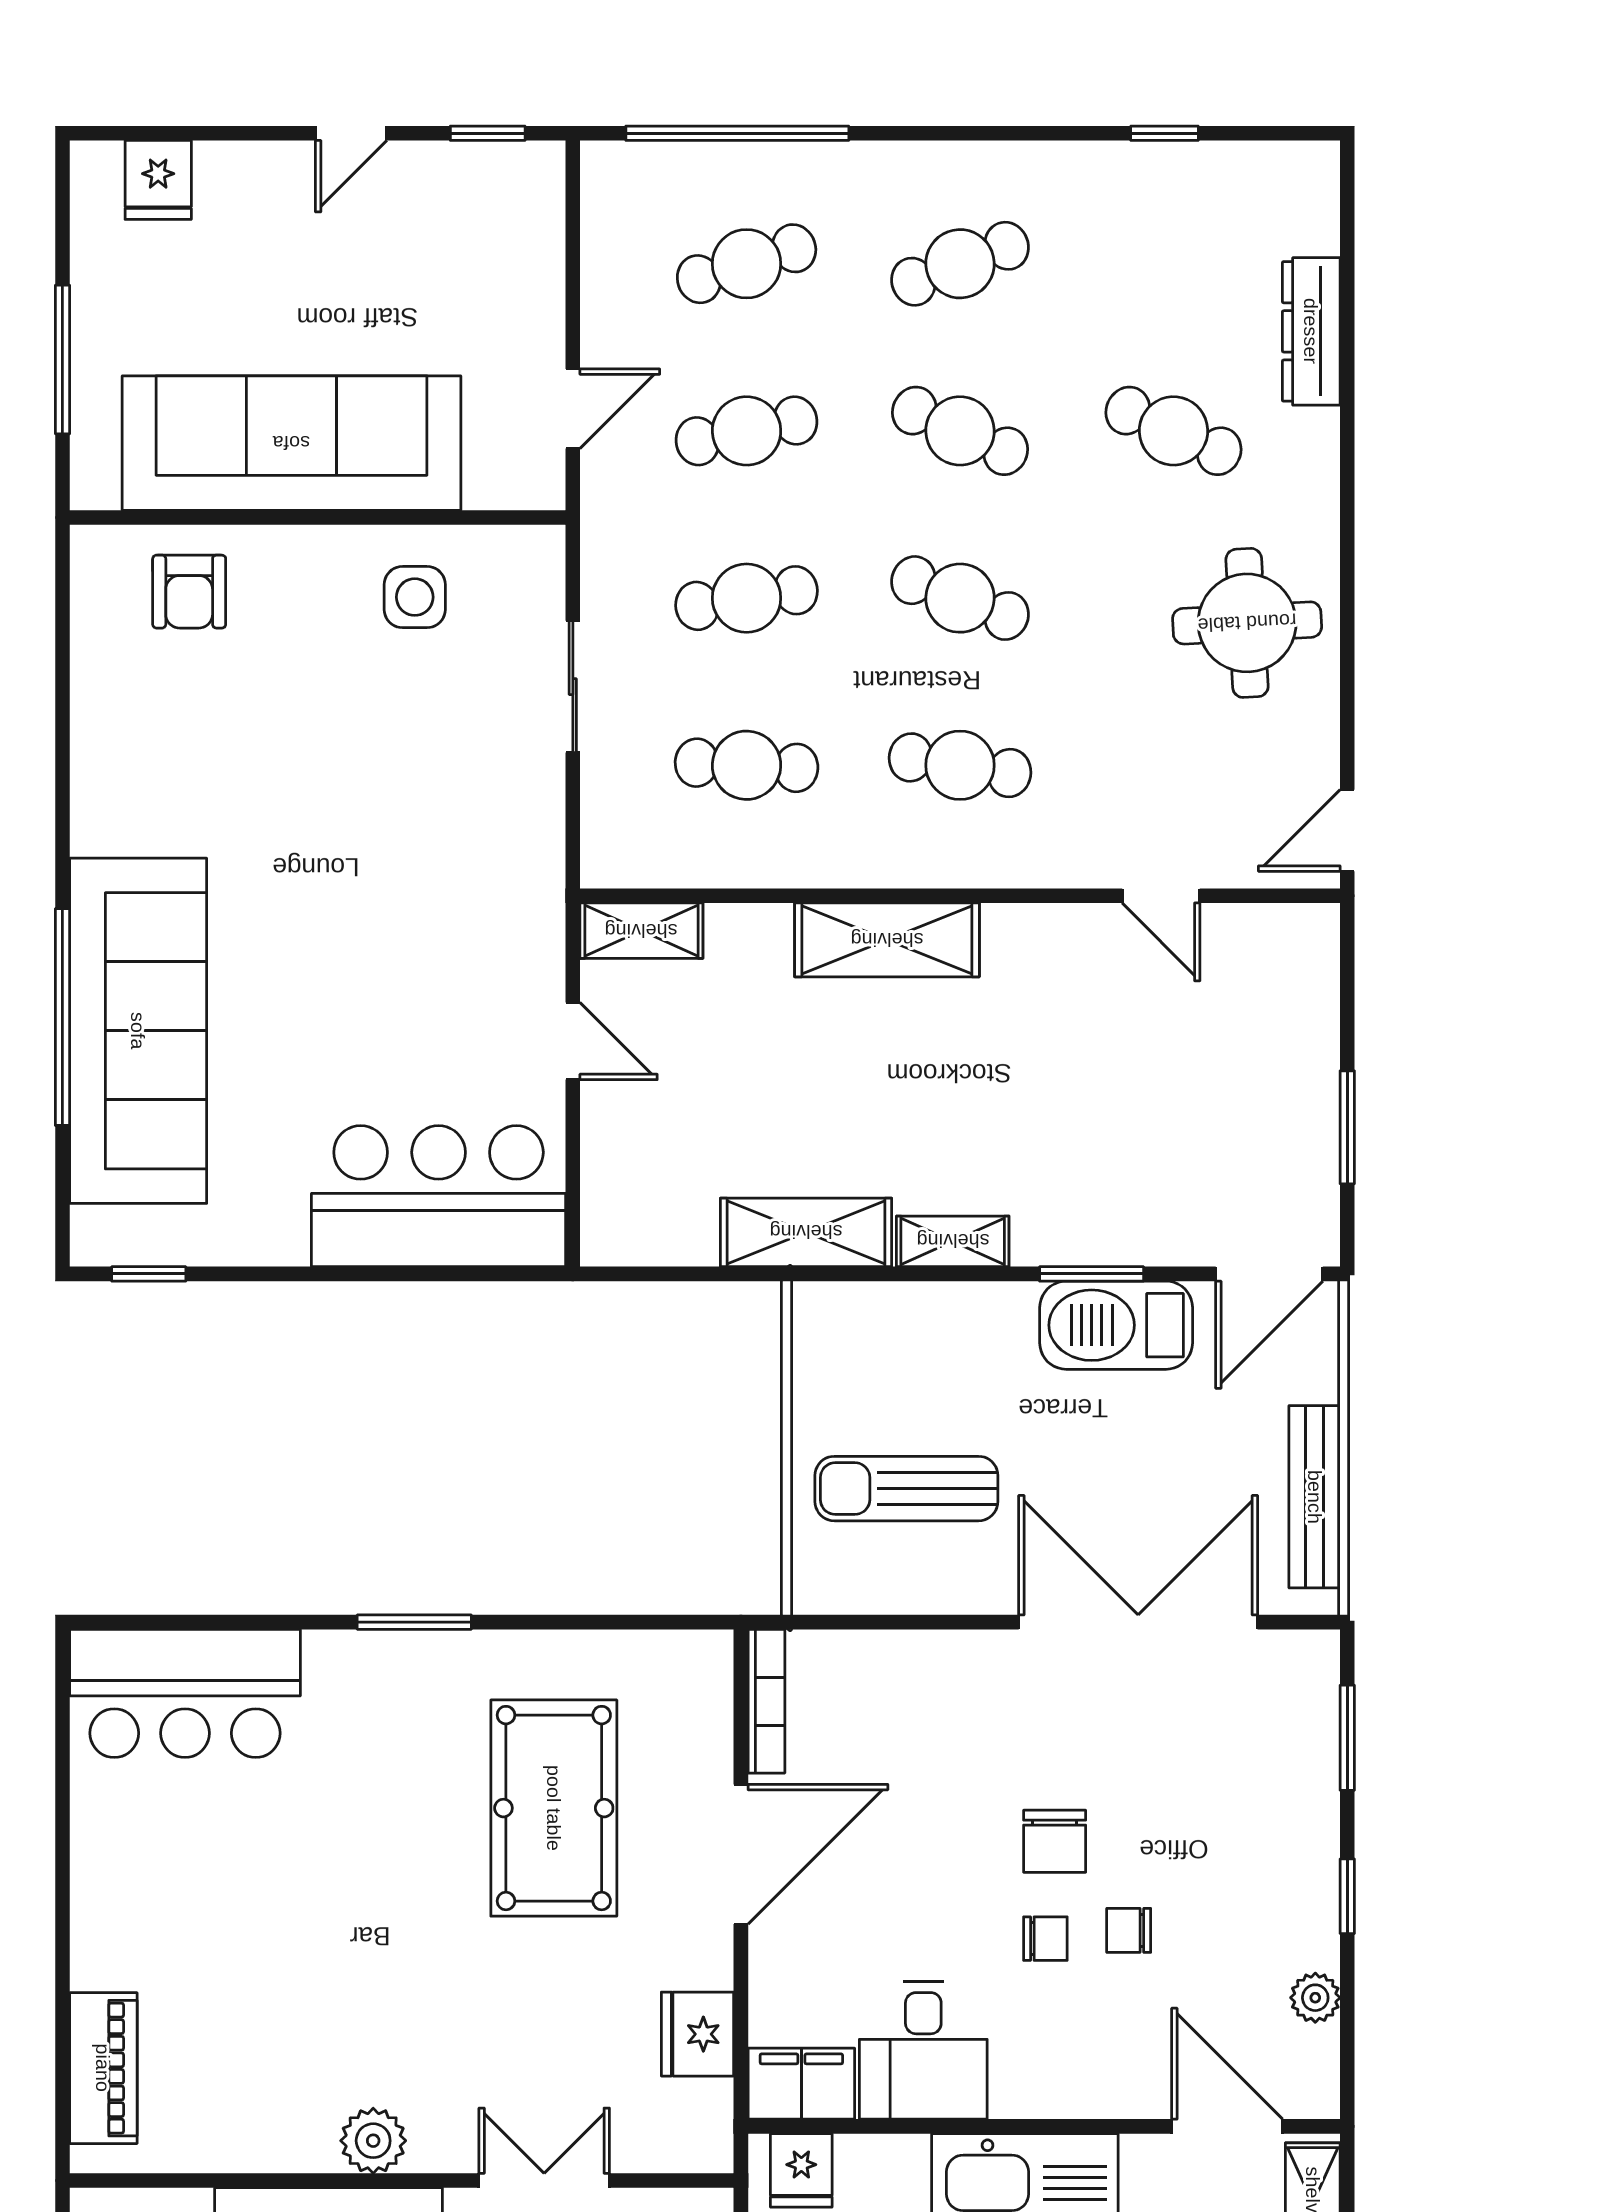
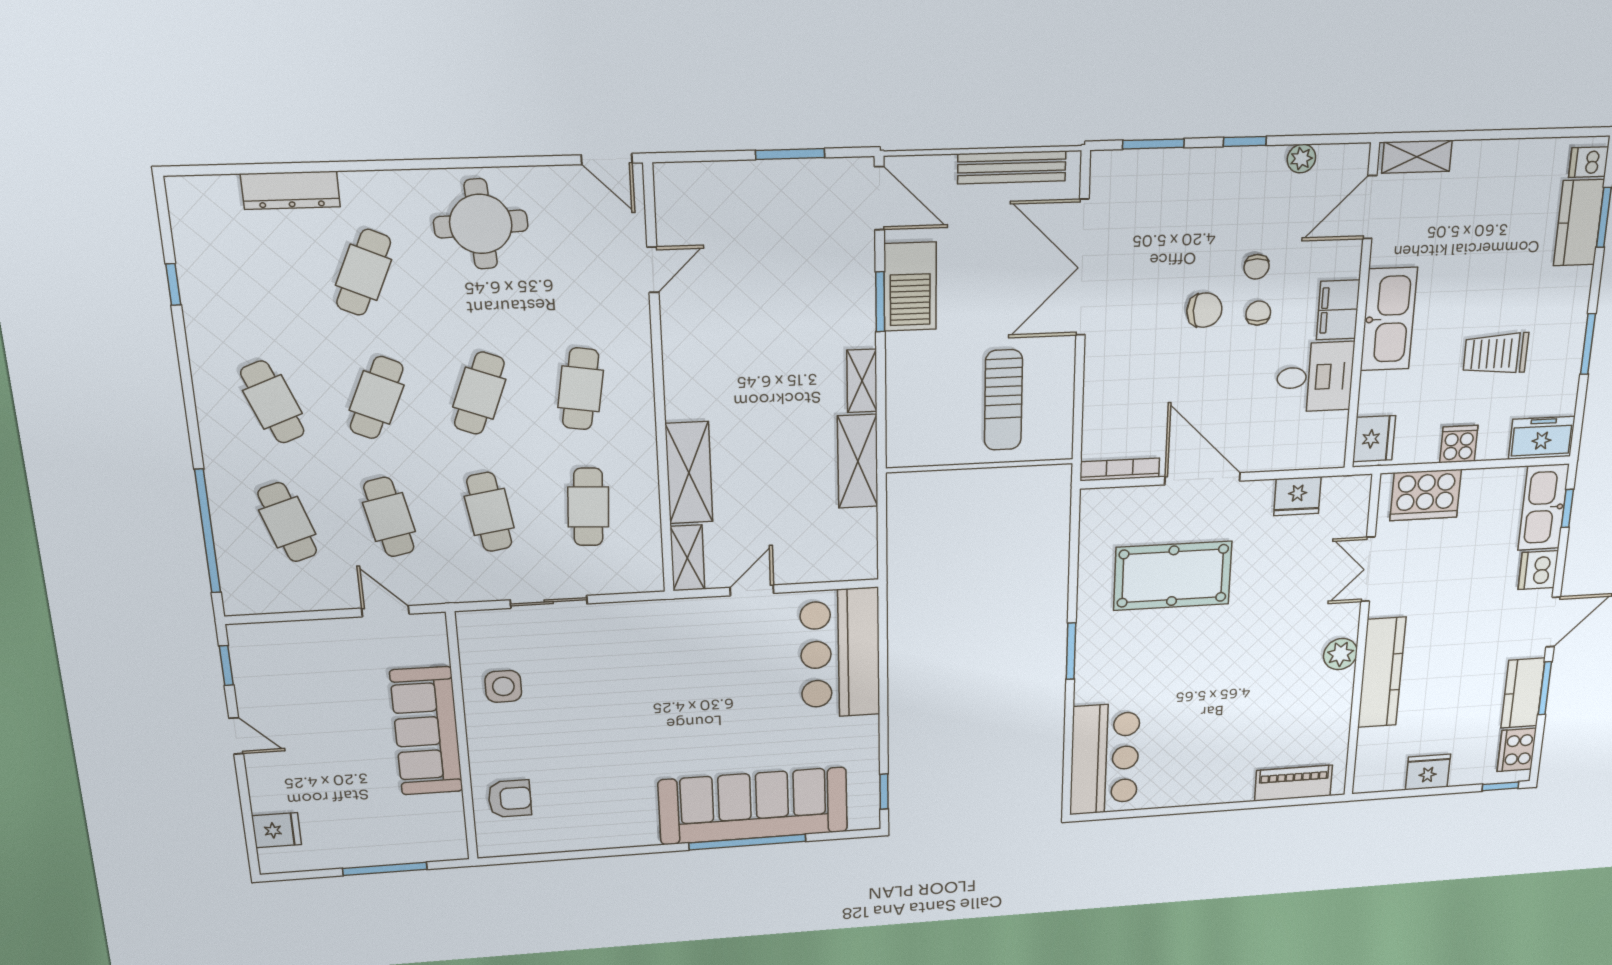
sofa: (291, 443) -> (427, 731), width x0.74, depth x0.79
shelving: (887, 940) -> (689, 473), moved
filing cabinet: (801, 2084) -> (1338, 310), moved
fridge: (801, 2170) -> (1374, 439), width x1.38

